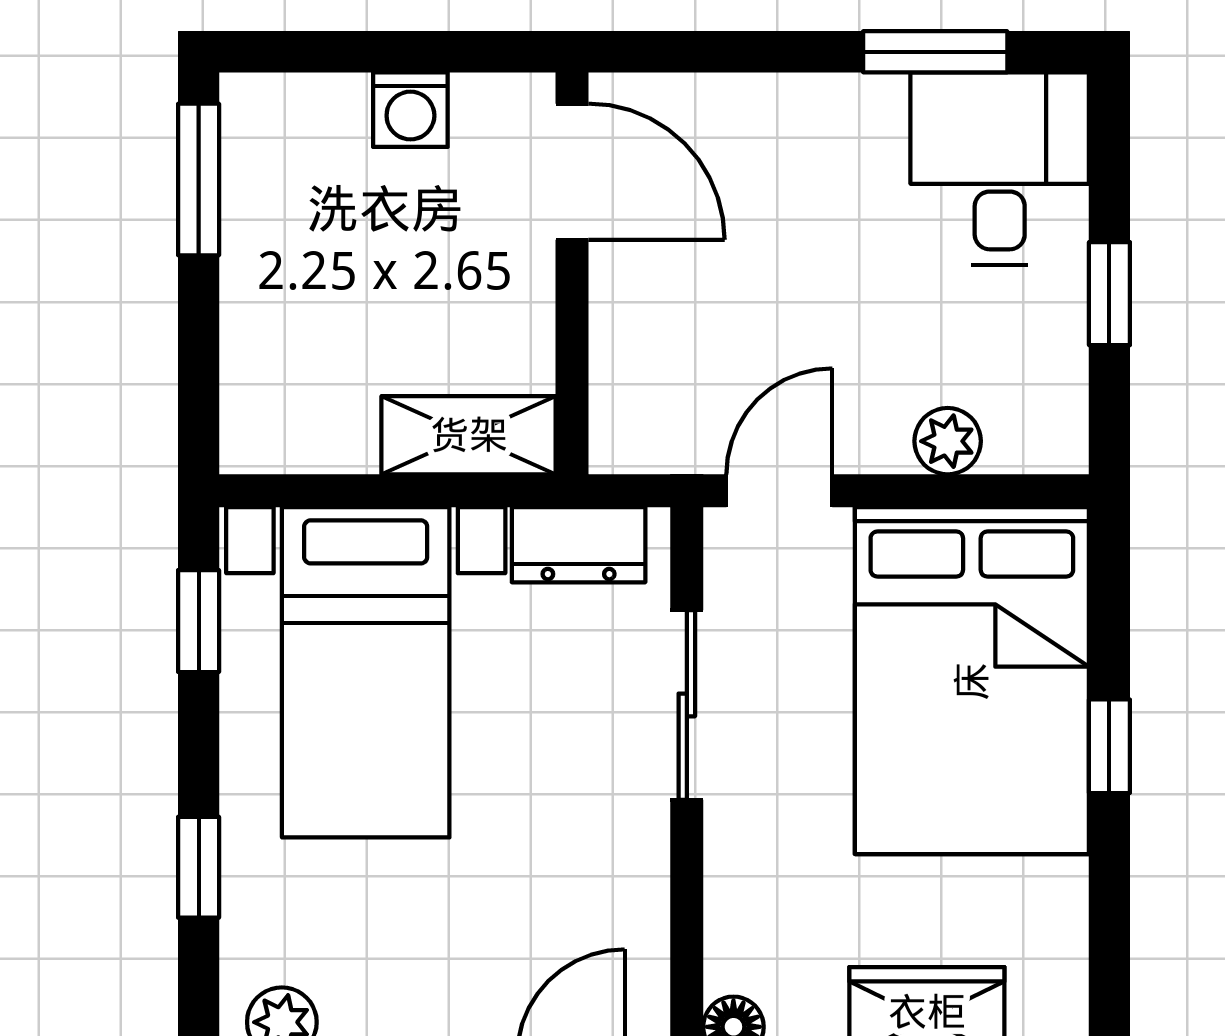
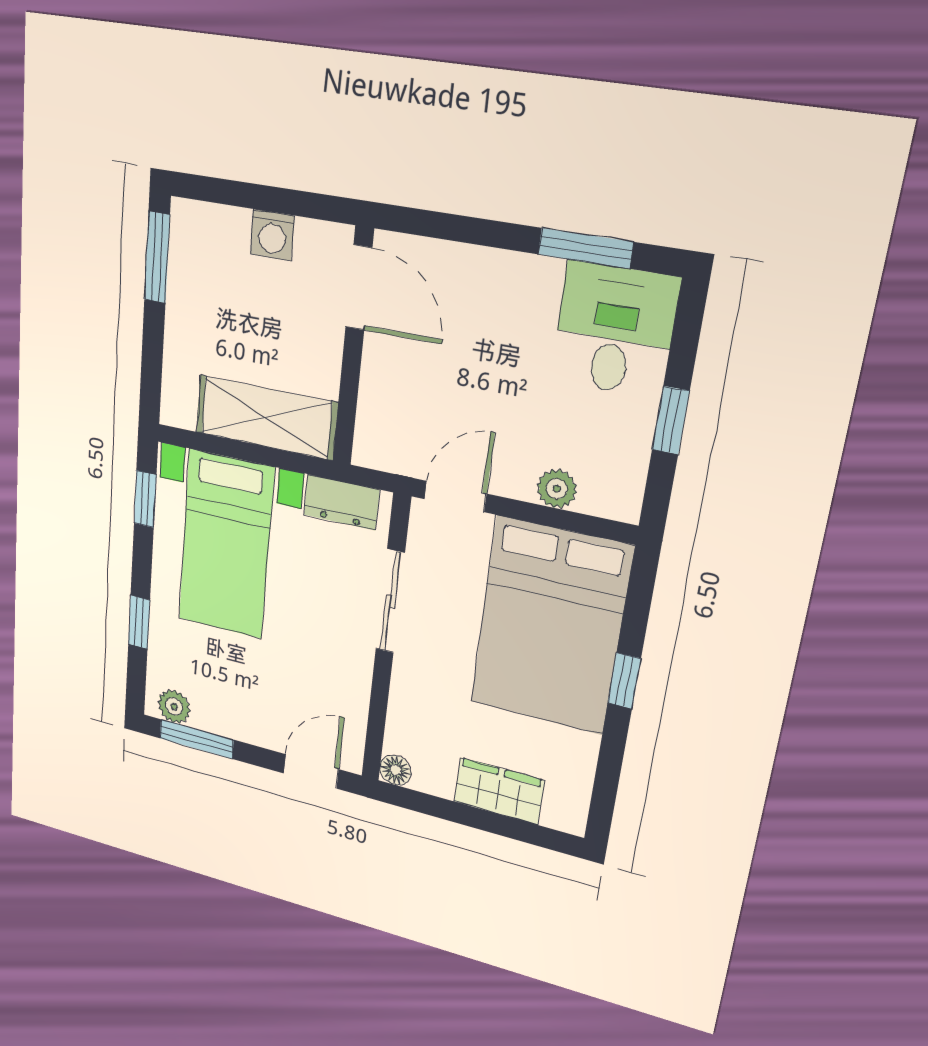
shelving: (469, 435) -> (266, 418), width x1.50, depth x1.33

